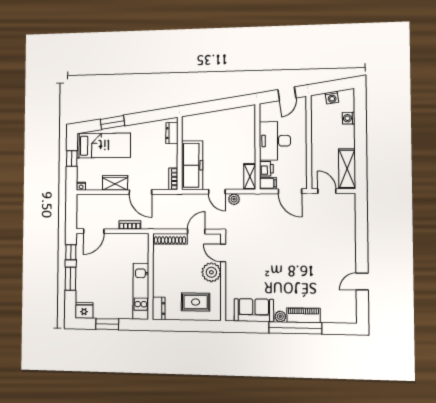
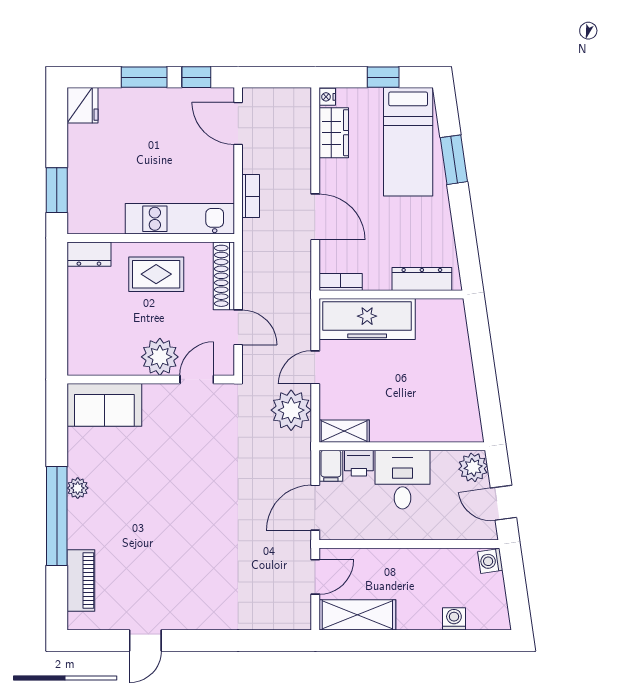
washing machine: (332, 98) -> (490, 561), moved
plant: (268, 110) -> (473, 467), added
dresser: (172, 133) -> (422, 279), width x1.44
desk: (275, 141) -> (403, 480), width x0.73
wardrobe: (115, 183) -> (334, 133), moved
door: (140, 192) -> (315, 217), swing flipped
plant: (234, 199) -> (291, 410), width x1.87, depth x1.87
door: (362, 282) -> (145, 640), swing flipped
kitchen unit: (141, 291) -> (180, 219), moved
rug: (196, 302) -> (156, 274), moved, turned 90
sofa: (254, 310) -> (104, 405), moved, turned 90
piano: (304, 315) -> (81, 581), moved
window: (107, 324) -> (57, 190), moved

